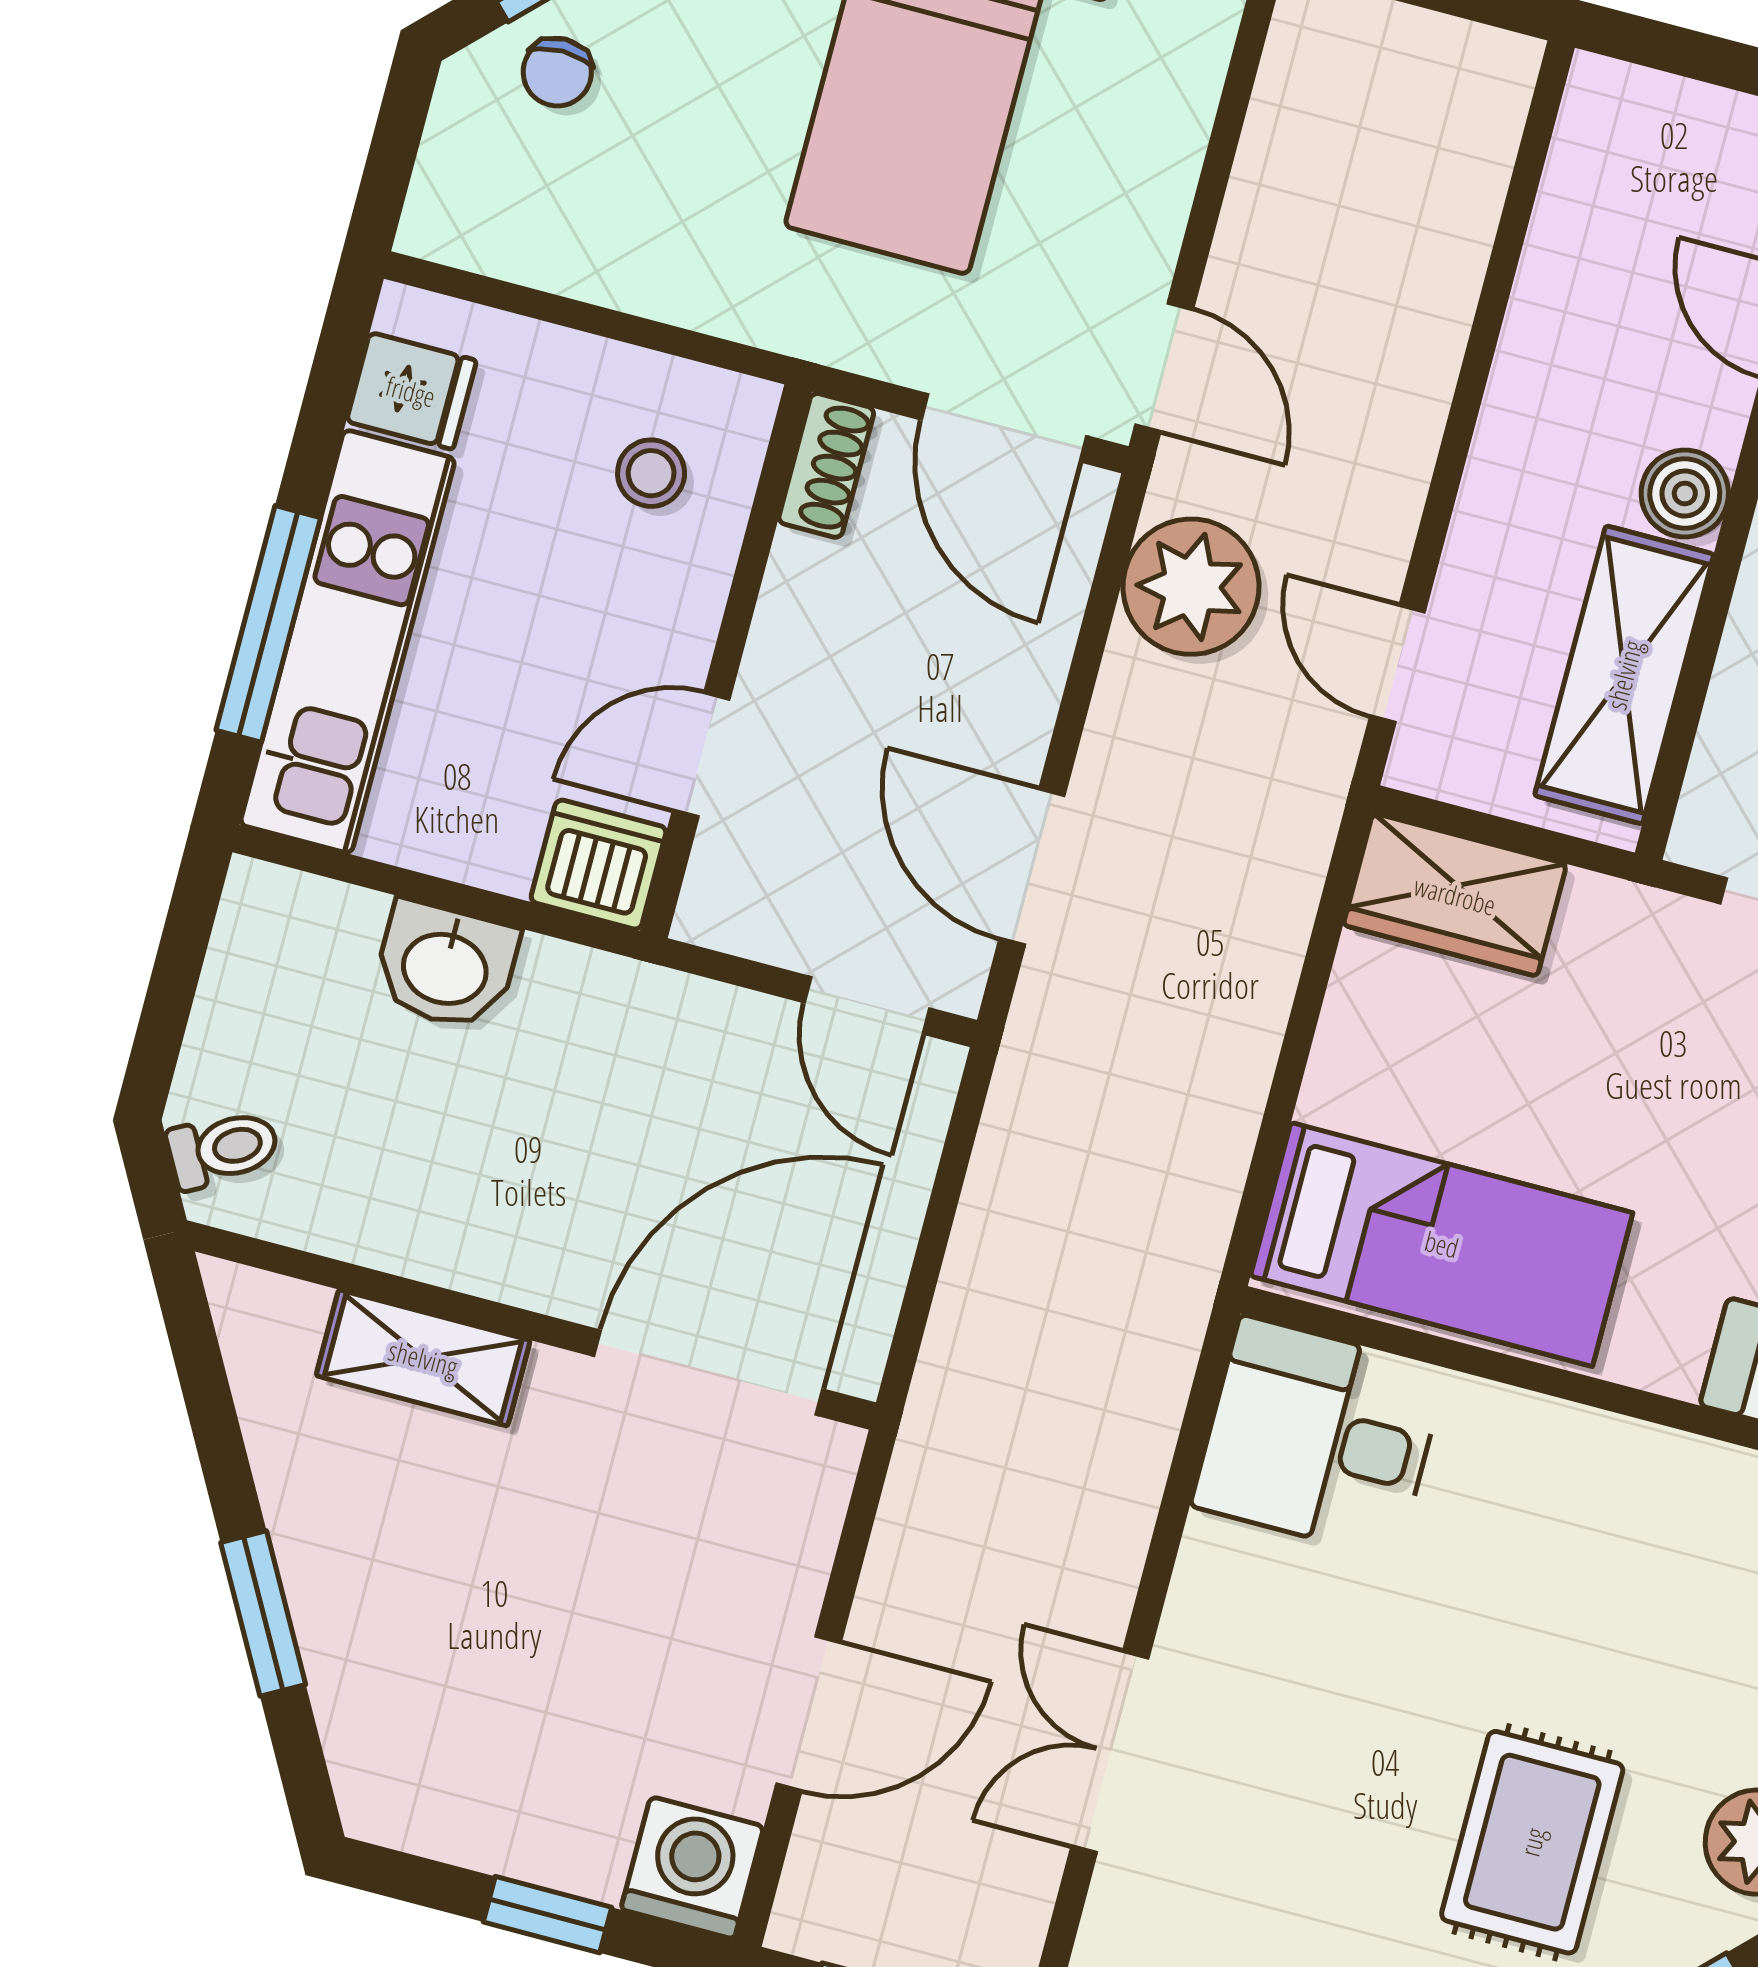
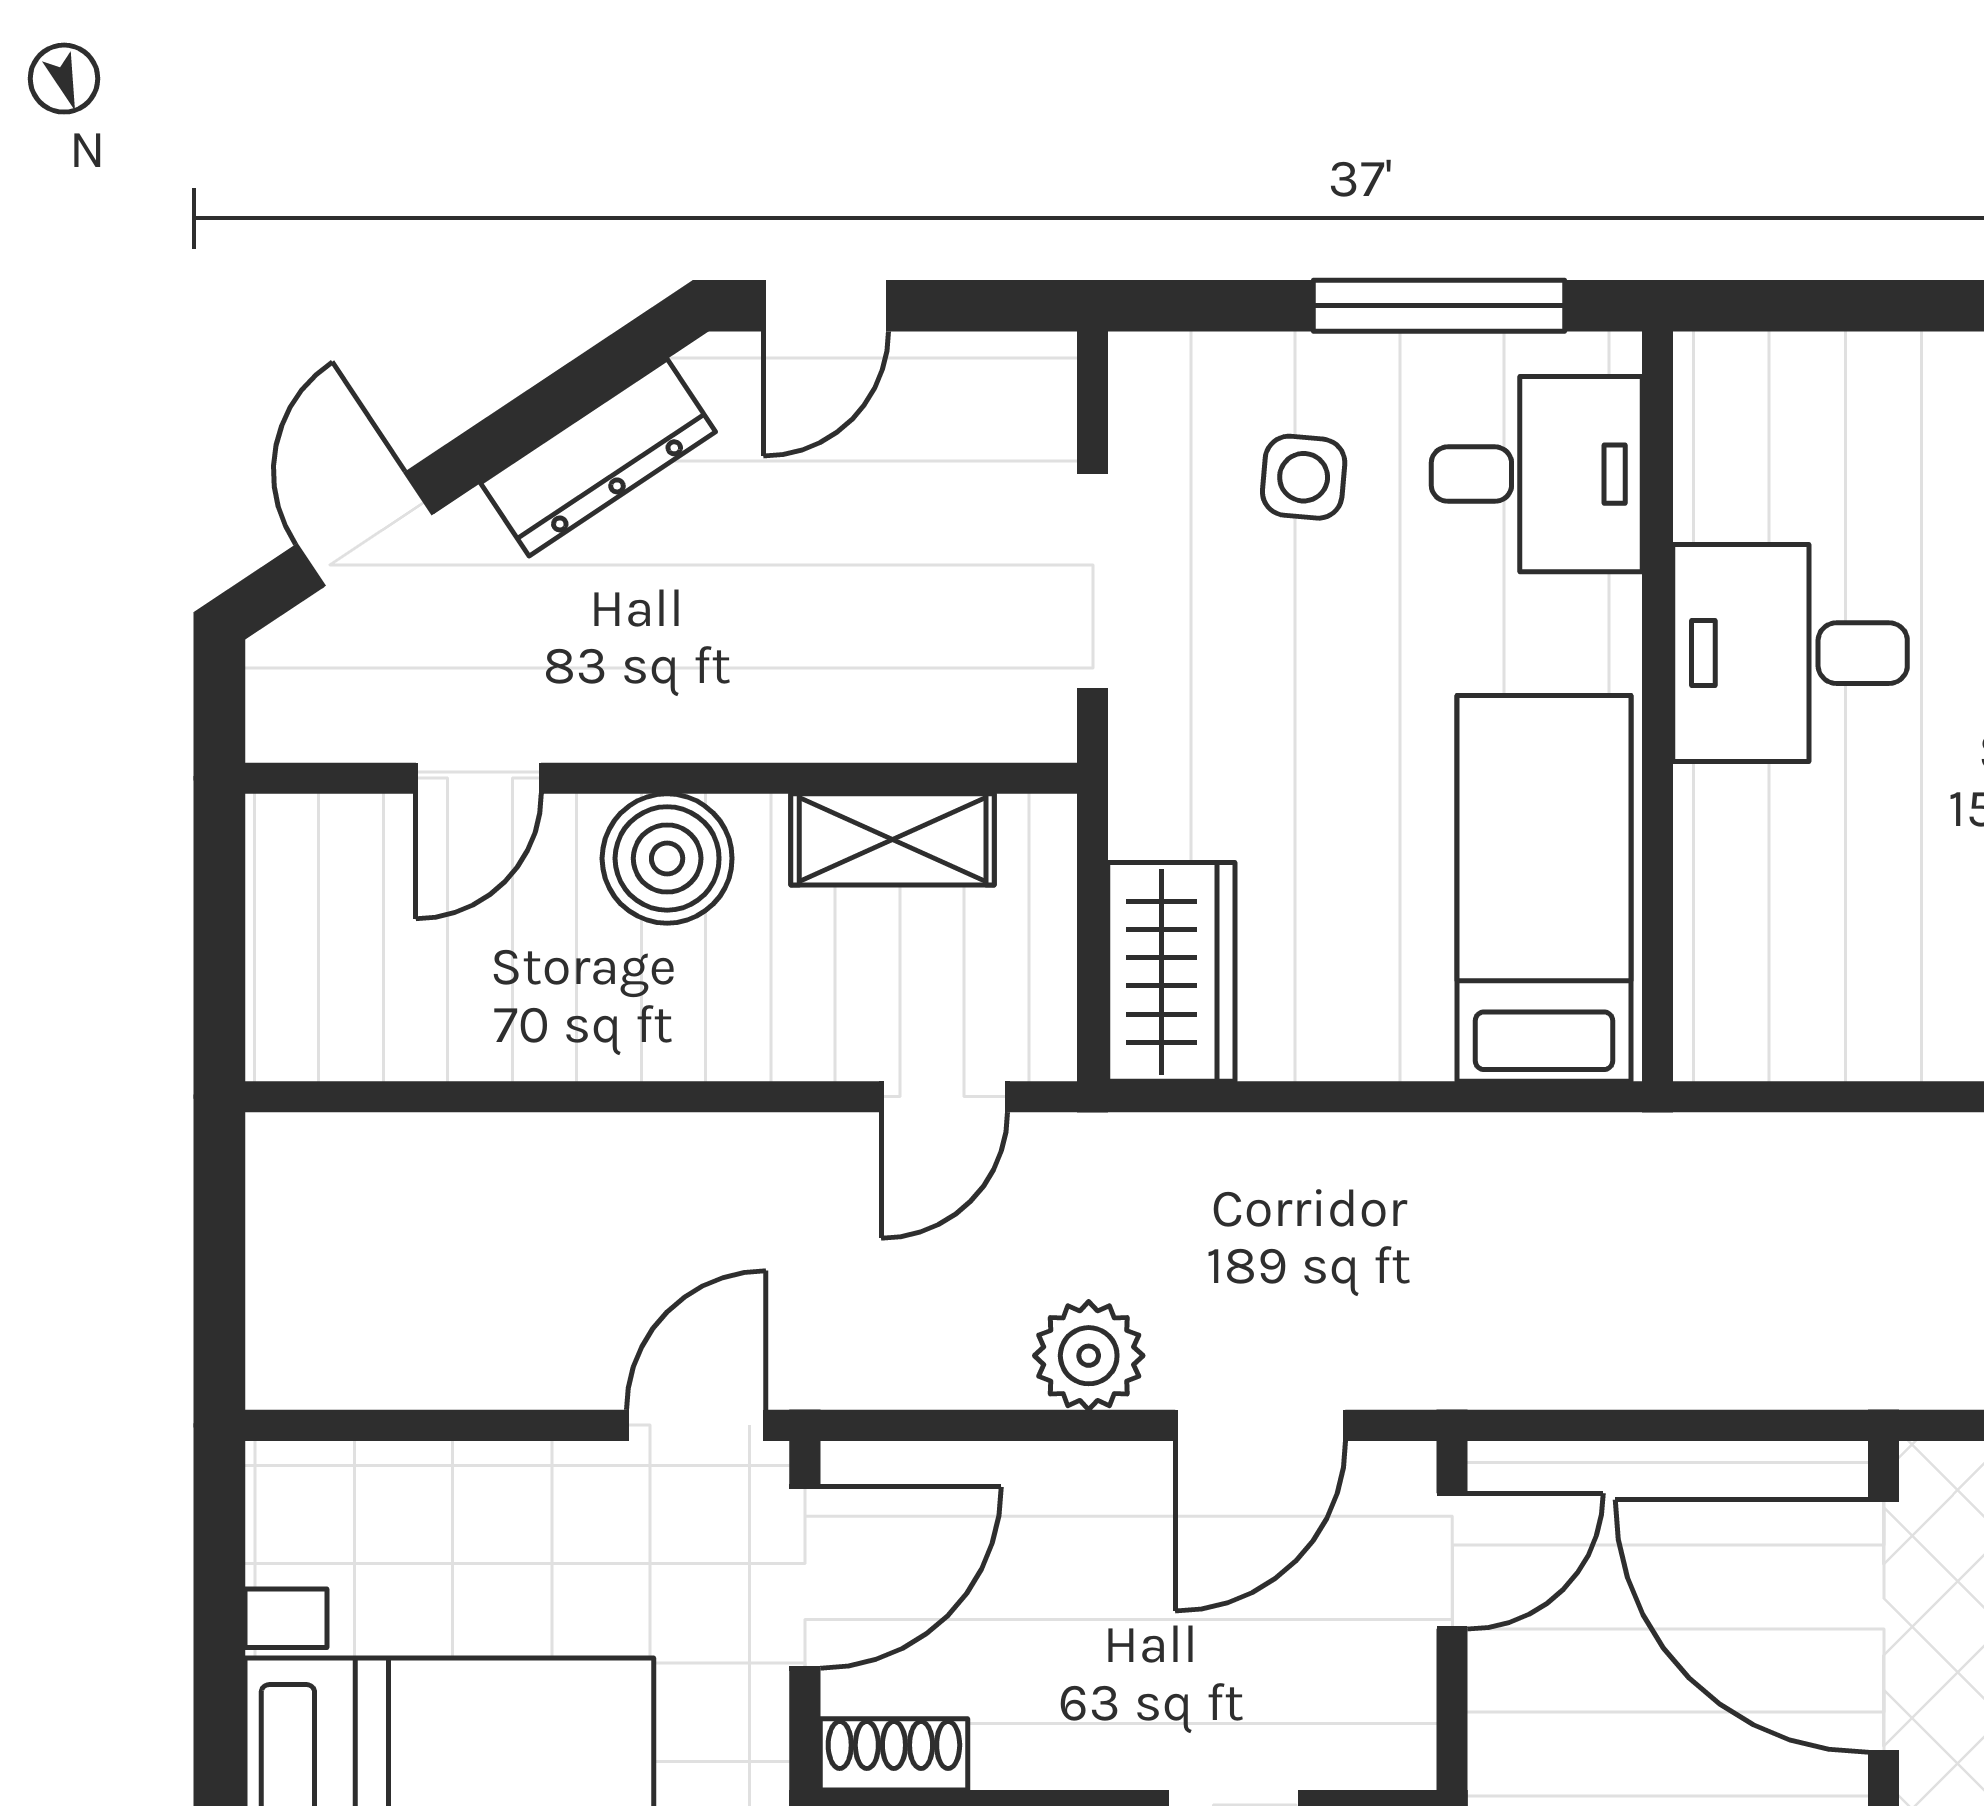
boiler: (1685, 493) -> (667, 858), width x1.36, depth x1.36
plant: (1191, 587) -> (1089, 1356), moved, width x0.73, depth x0.73
shelving: (1624, 675) -> (893, 839), width x0.67, depth x0.75
desk: (1319, 1437) -> (1790, 653), moved, turned 90

